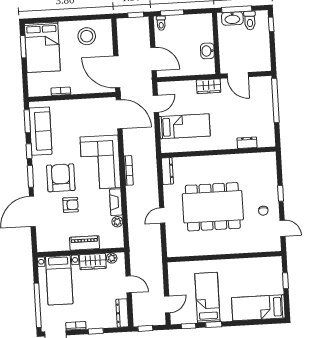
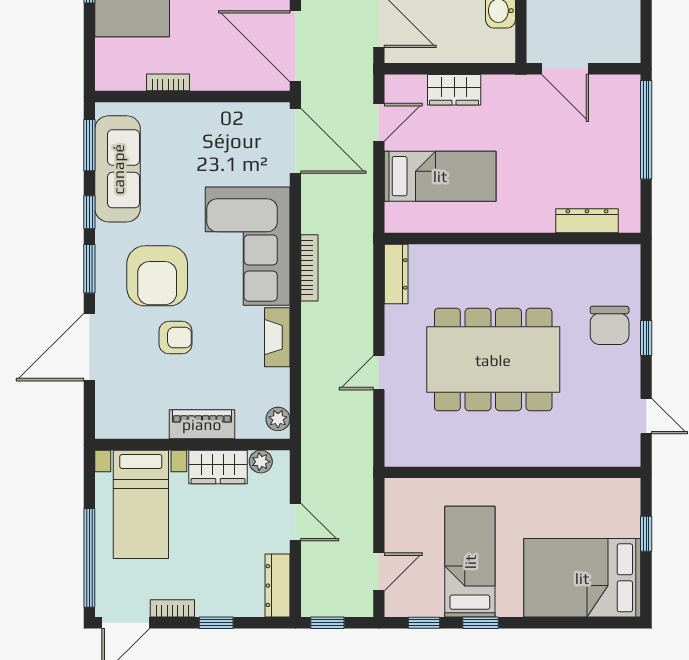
wardrobe: (209, 86) -> (454, 90), moved
dresser: (247, 143) -> (587, 221), width x1.44
armchair: (61, 178) -> (157, 276), turned 180
chair: (263, 211) -> (610, 325), moved, width x1.87, depth x1.87
plant: (117, 222) -> (278, 419), moved
bed: (258, 308) -> (582, 578), width x1.50

